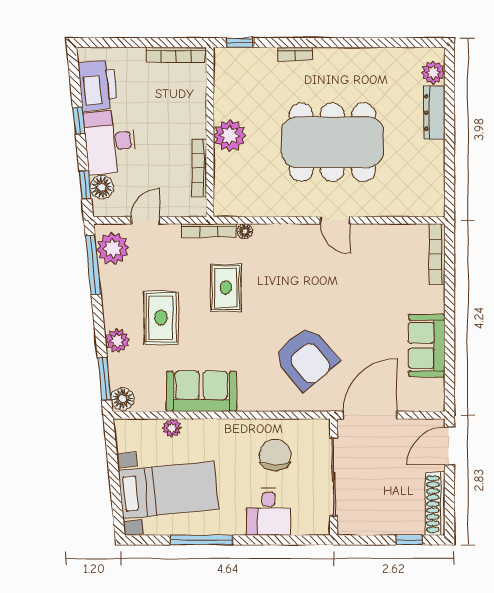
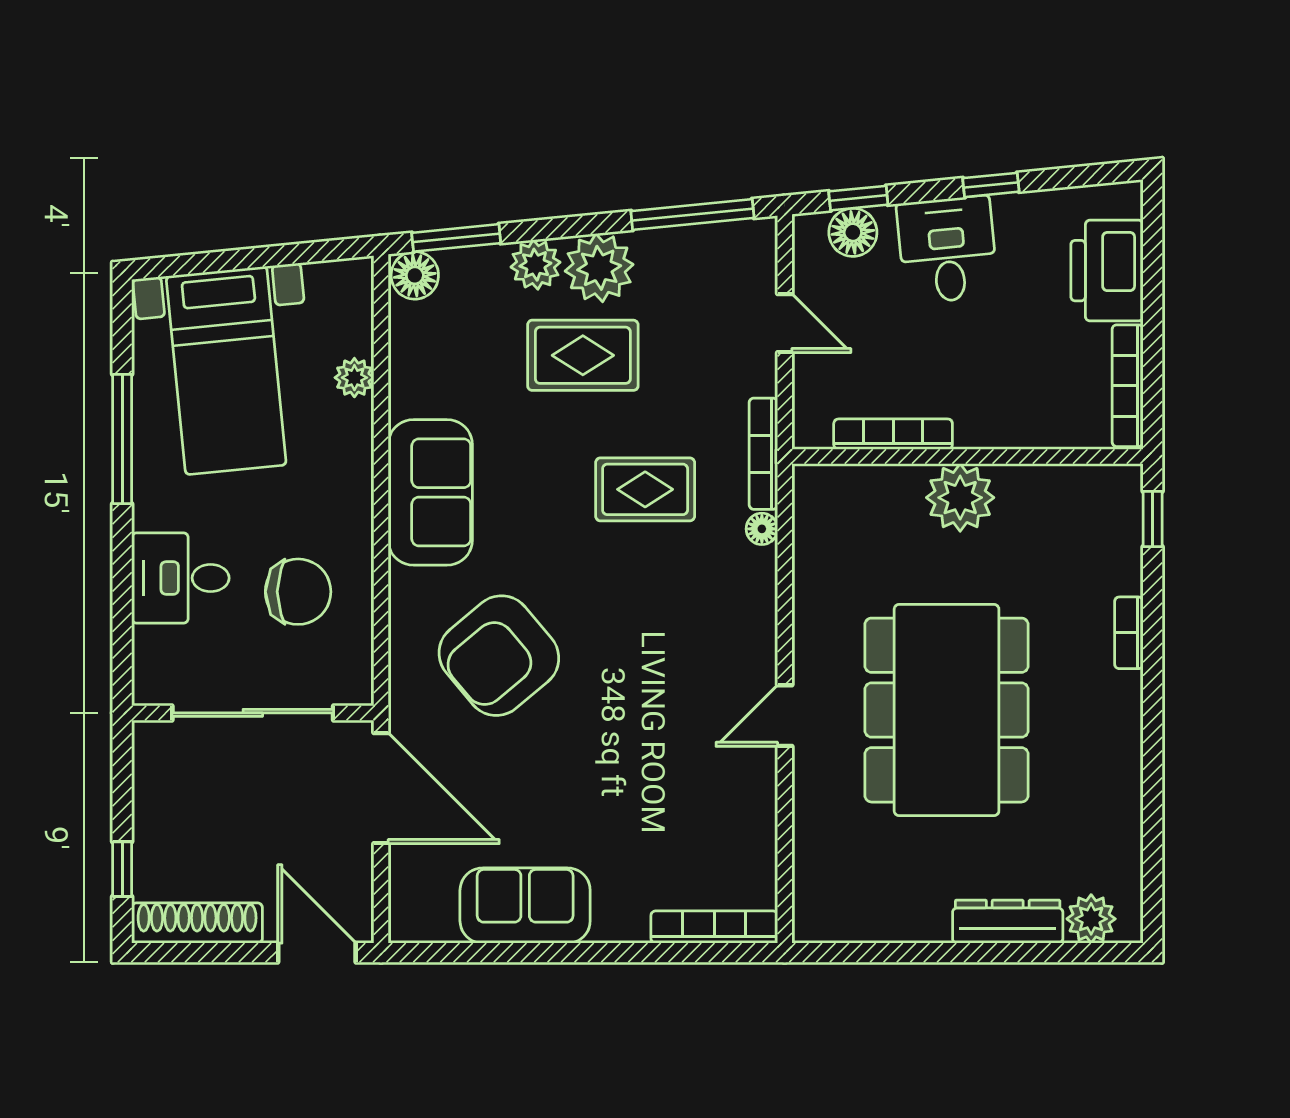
printer: (98, 85) -> (1107, 271), moved, turned 96
desk: (110, 142) -> (947, 250), width x0.73
plant: (113, 248) -> (599, 268), moved
sofa: (201, 391) -> (430, 492), moved

